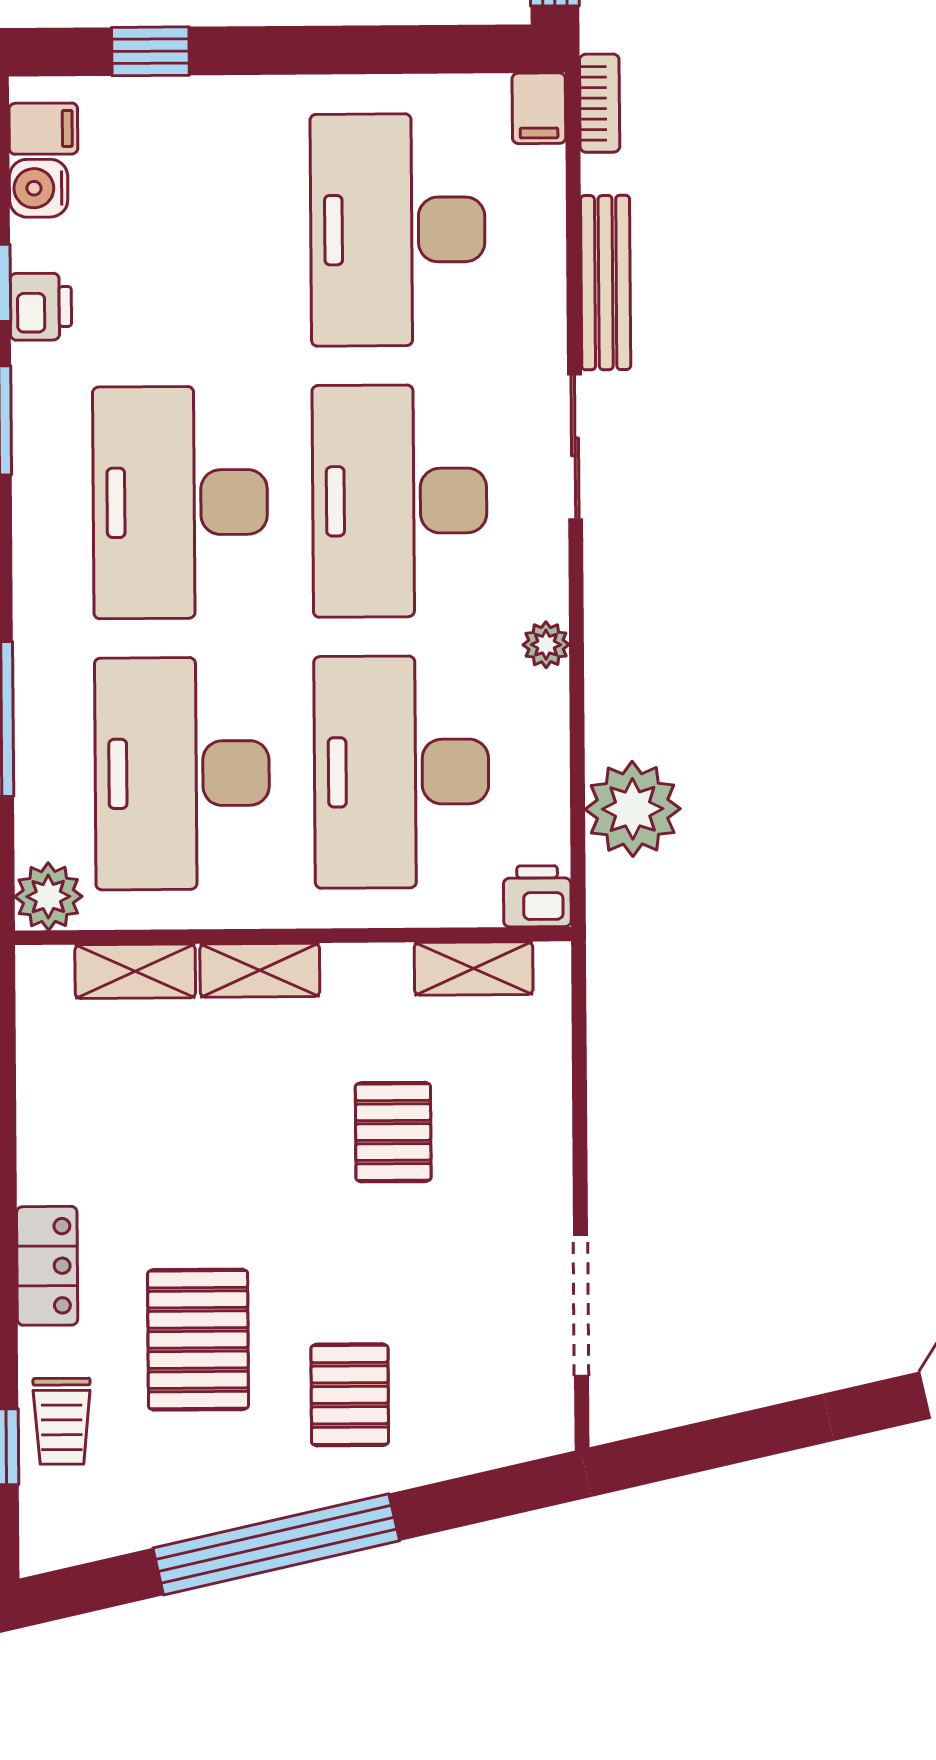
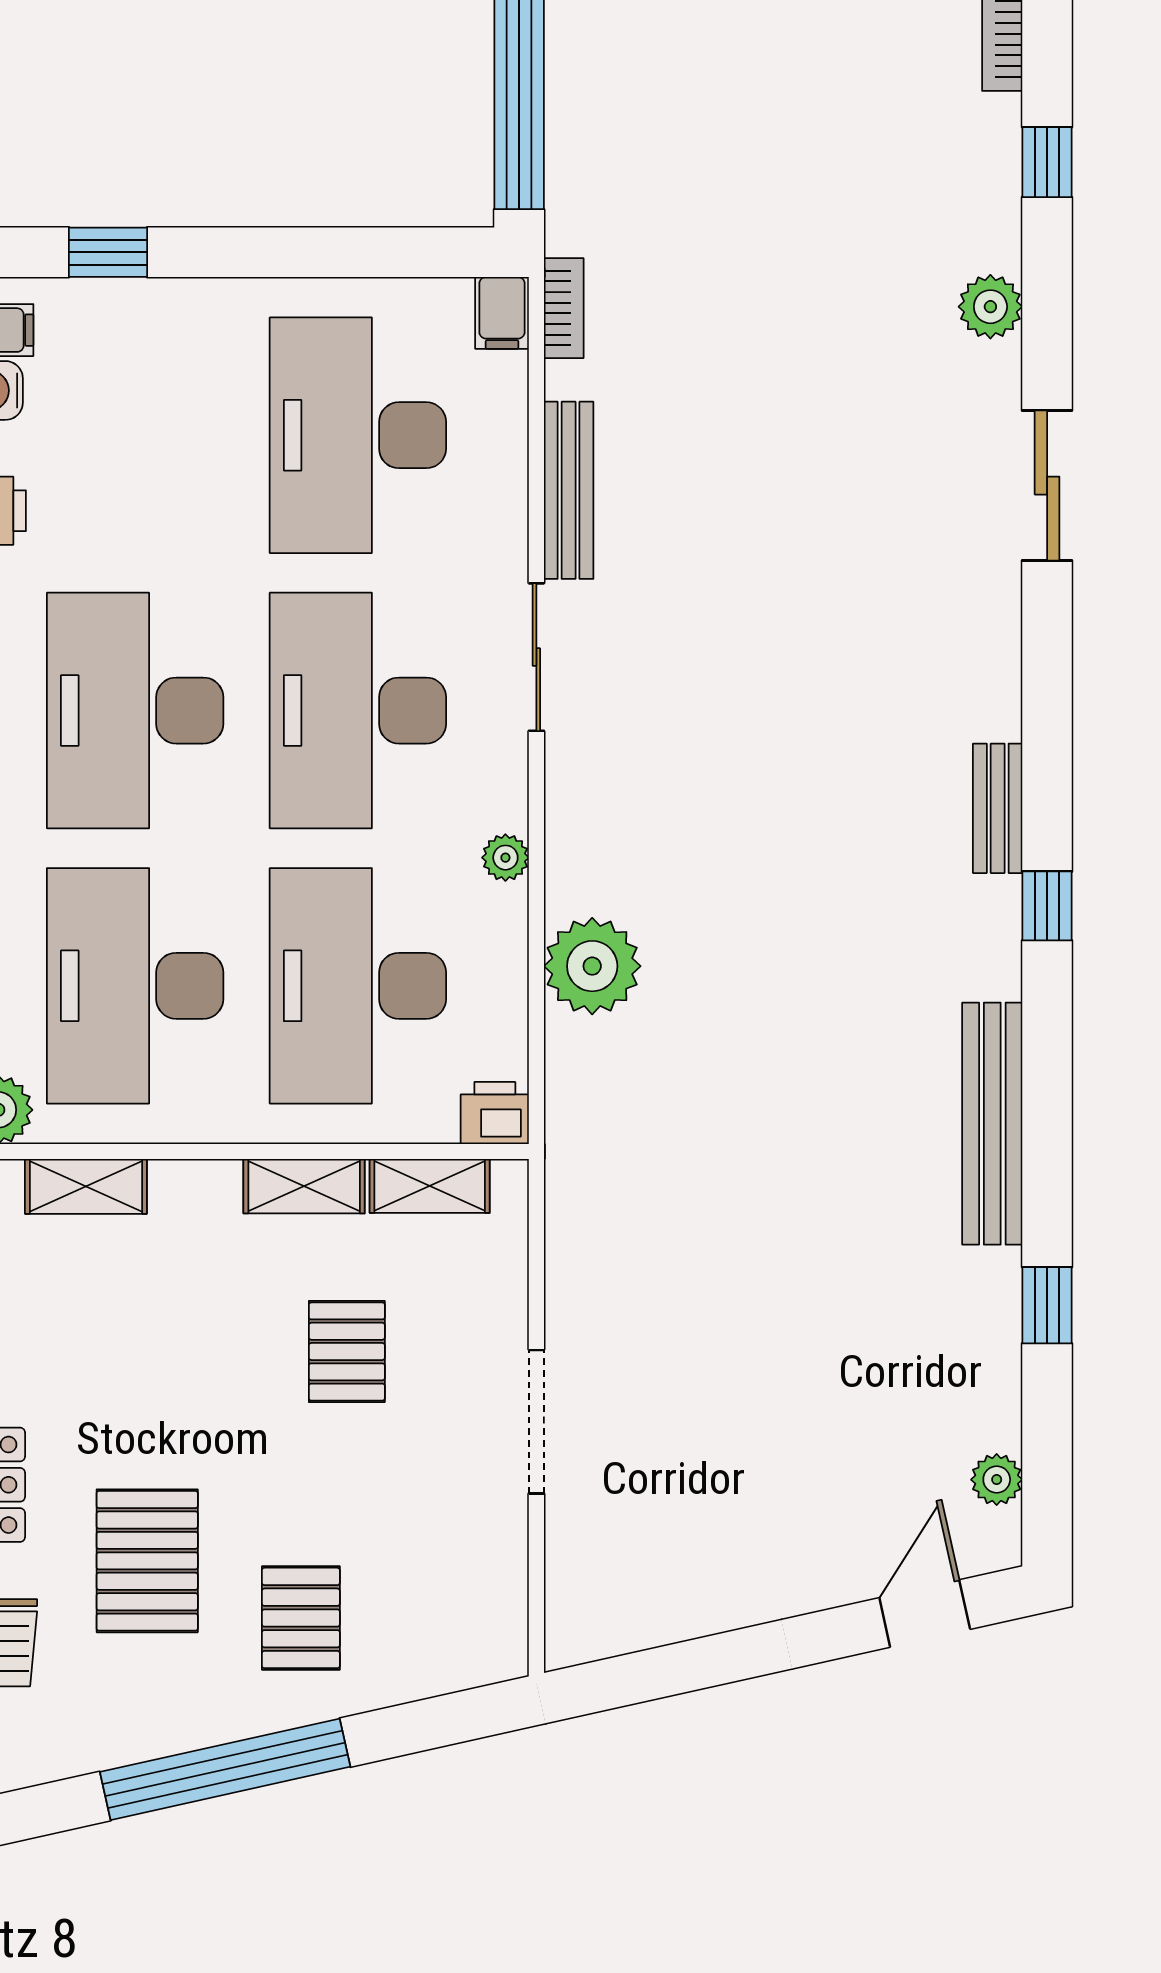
plant: (633, 809) -> (592, 966), moved
shelving: (260, 970) -> (304, 1186), moved
doorway: (581, 1305) -> (536, 1422), moved

